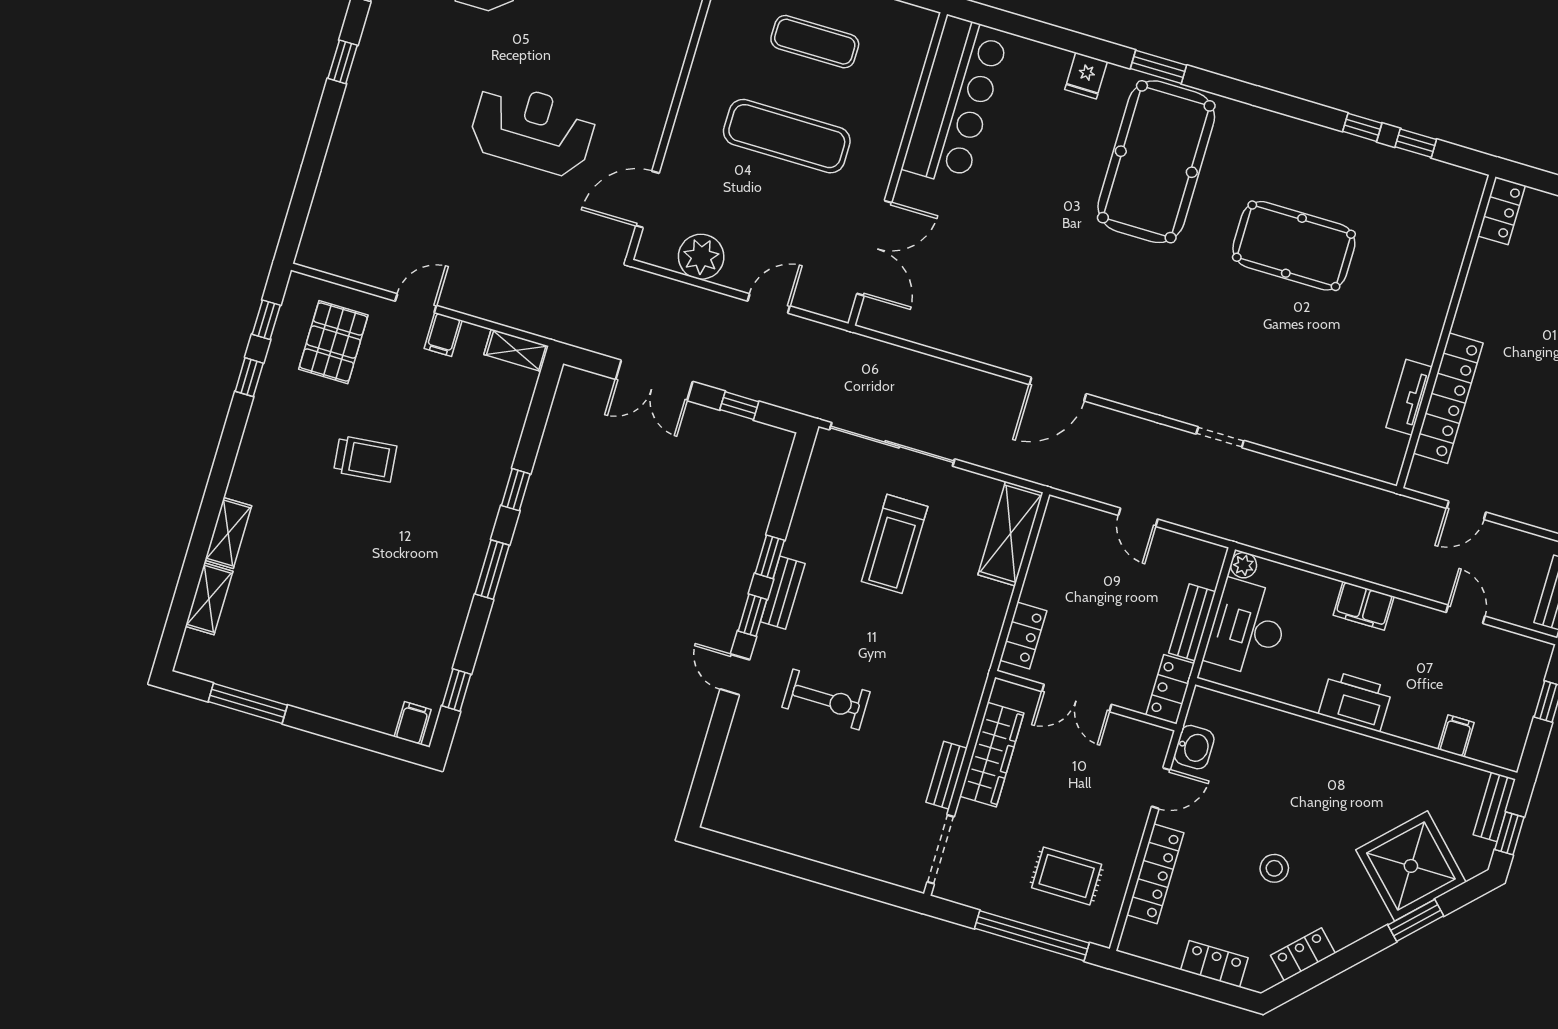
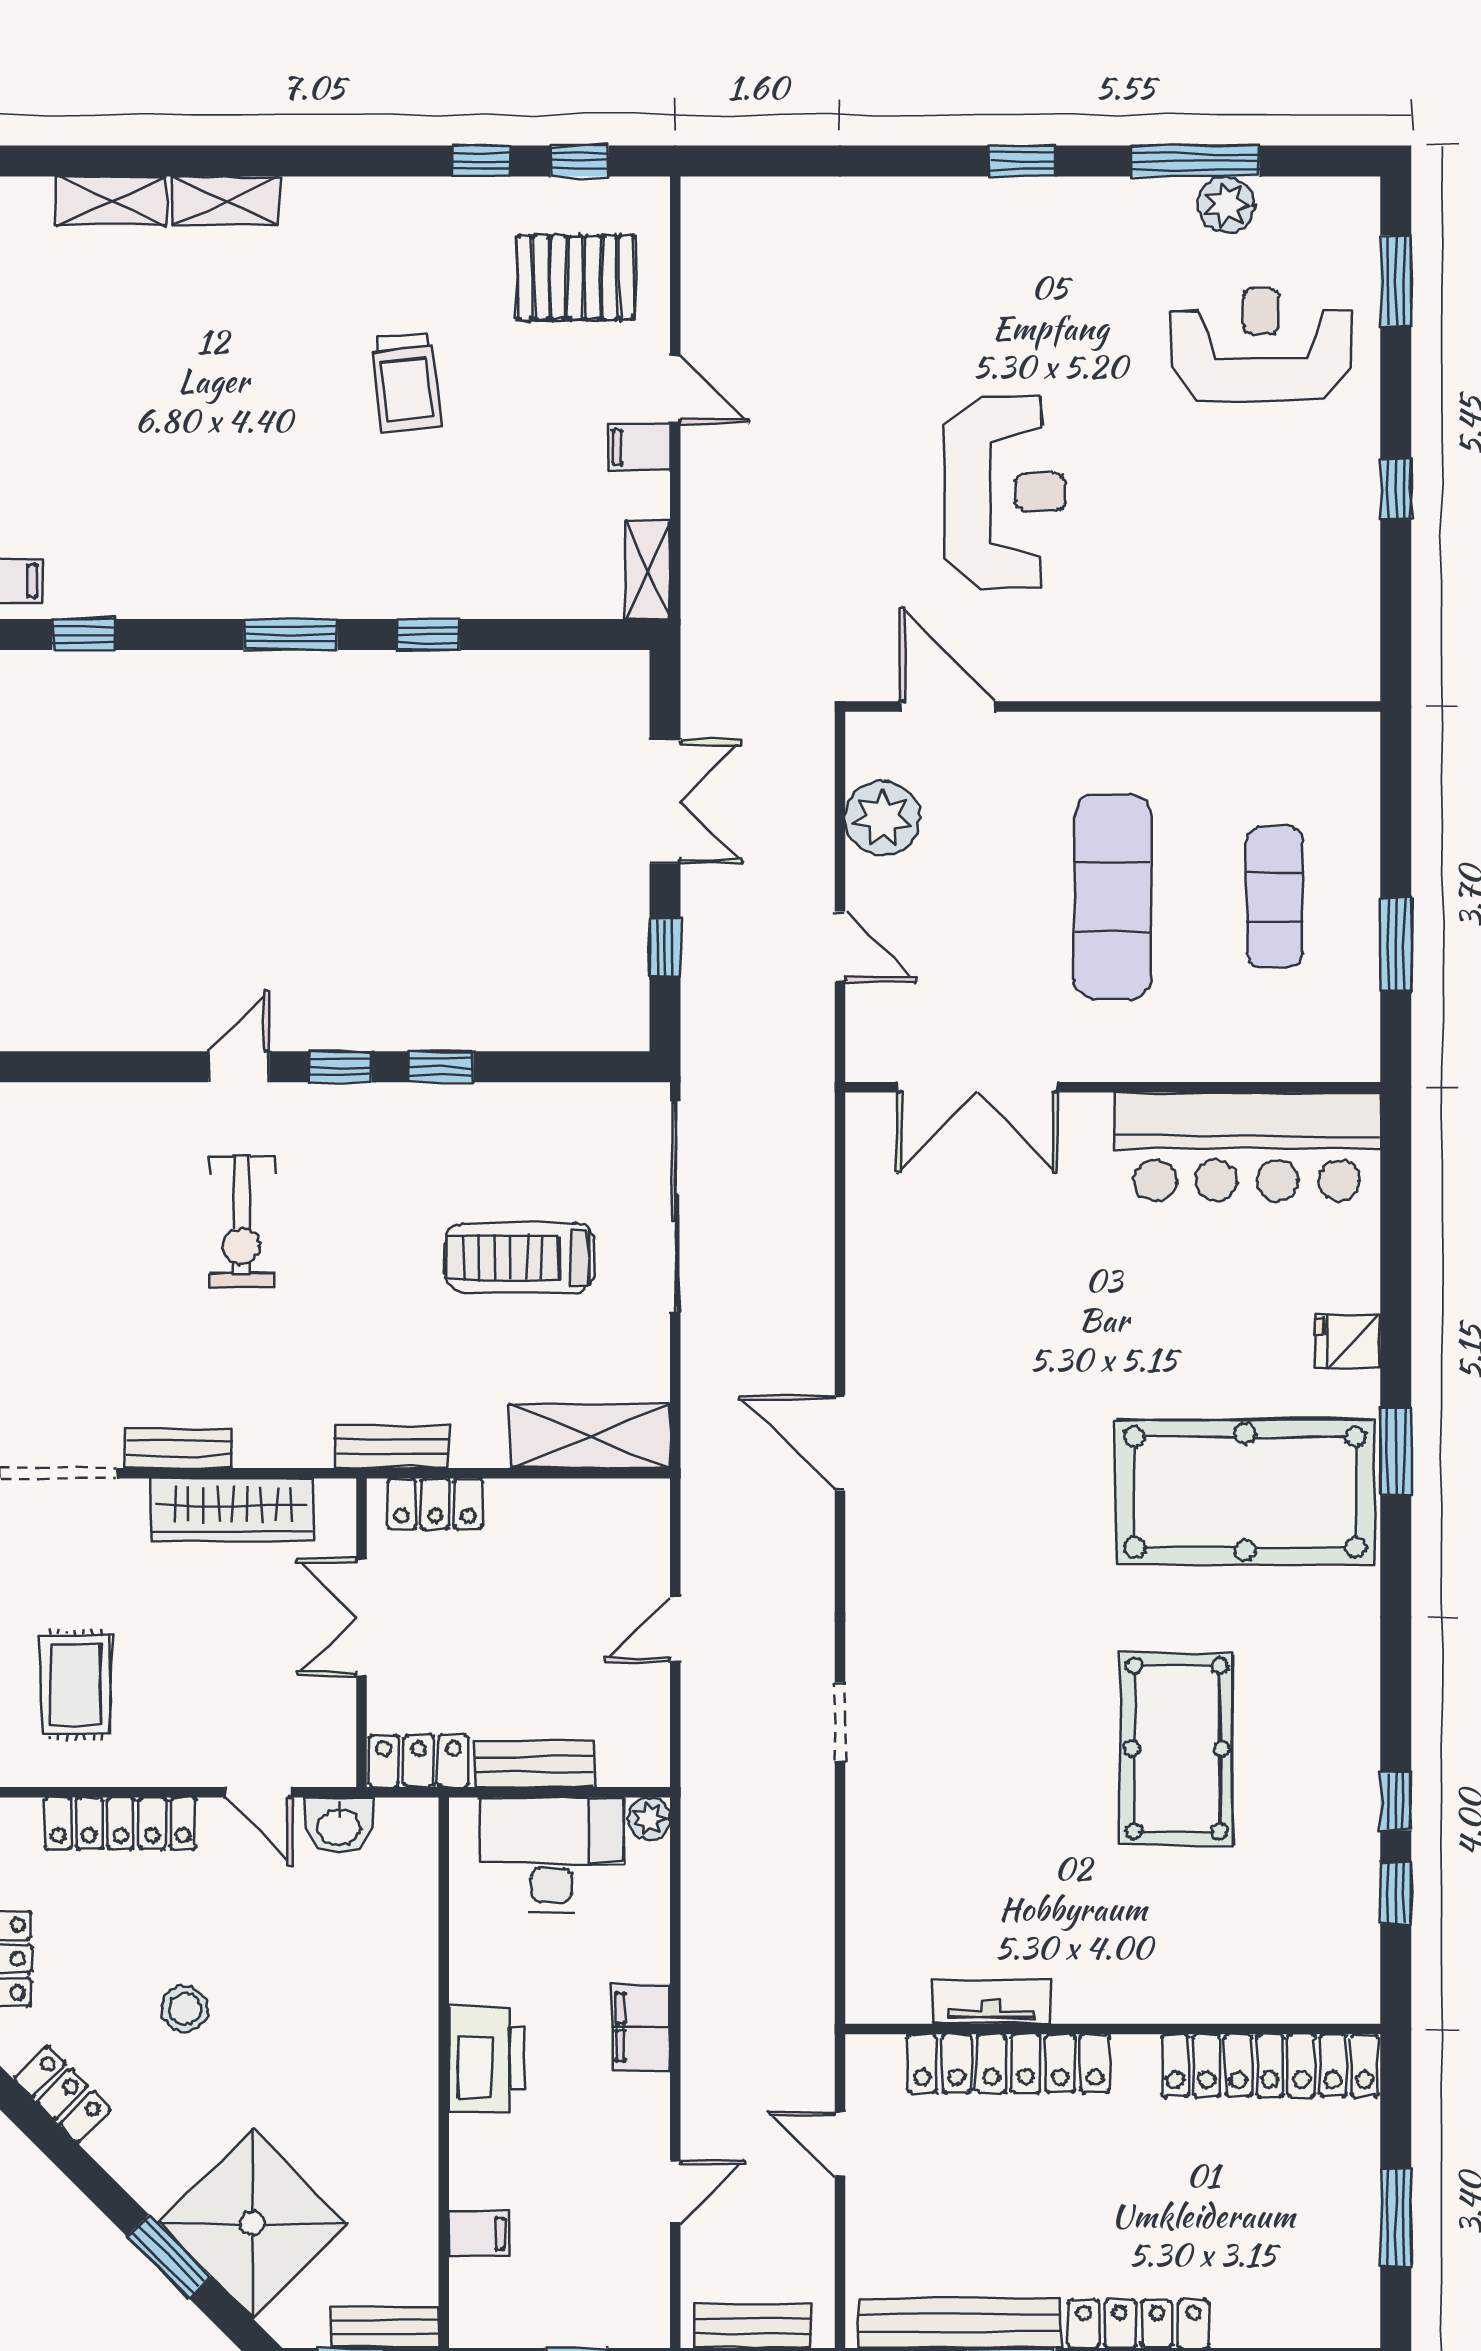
locker: (1502, 211) -> (1270, 2065), width x2.16, depth x1.21
double door: (654, 380) -> (665, 802), swing flipped
bench: (783, 593) -> (391, 1446), moved

